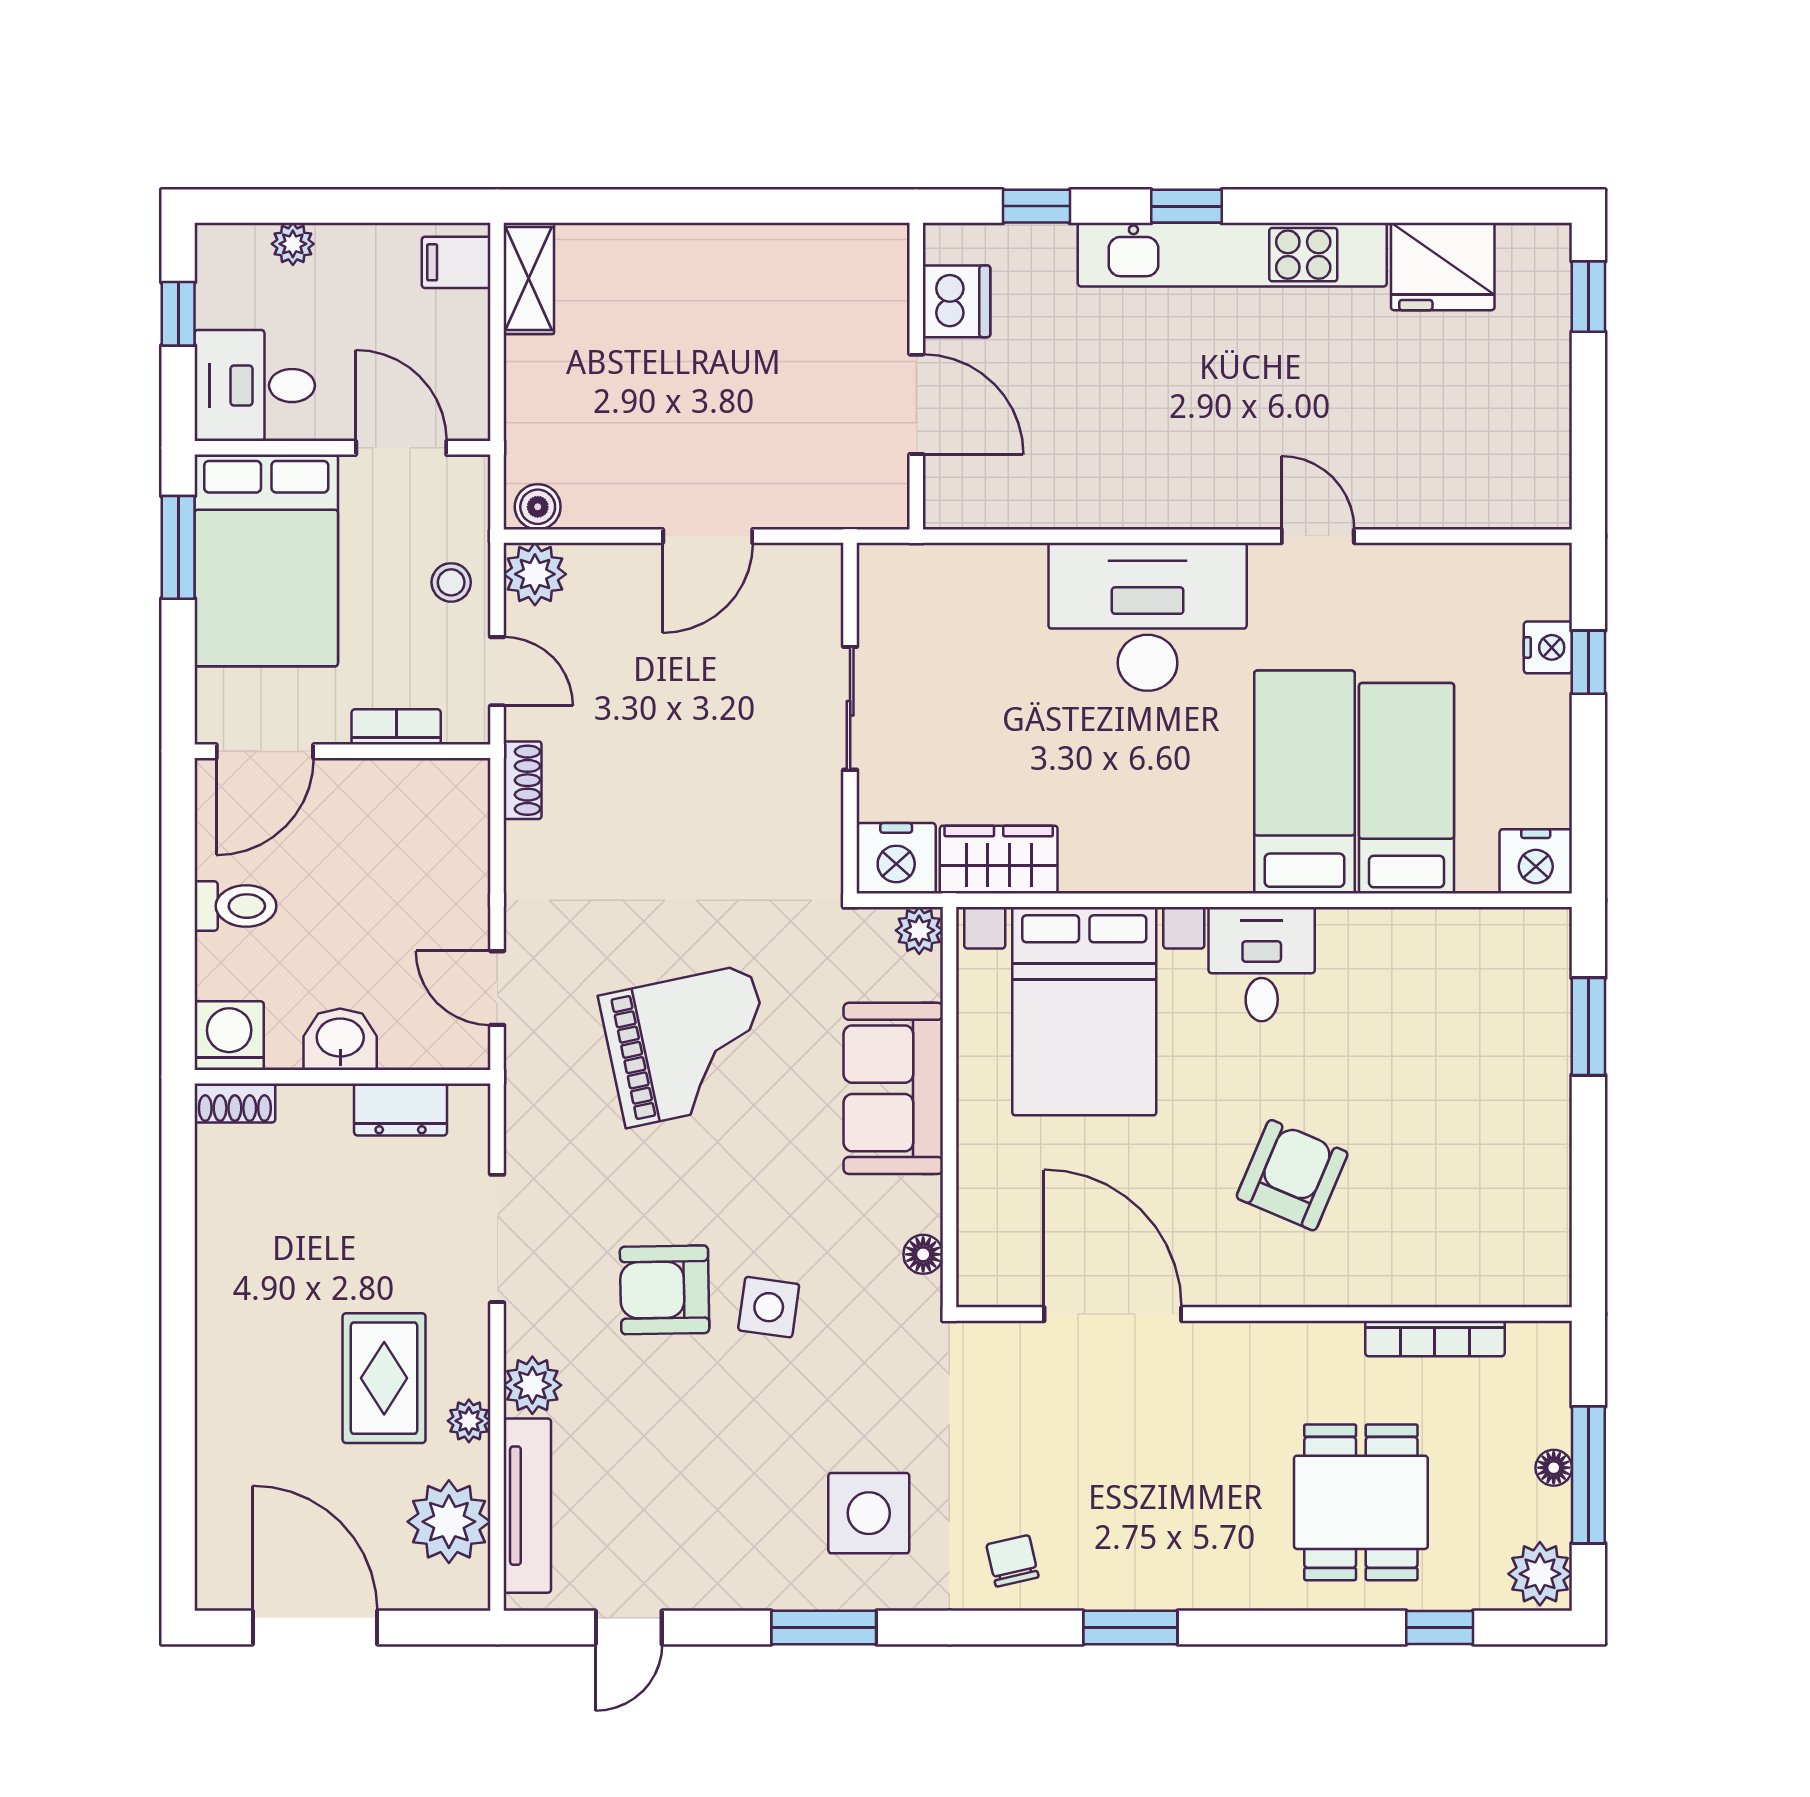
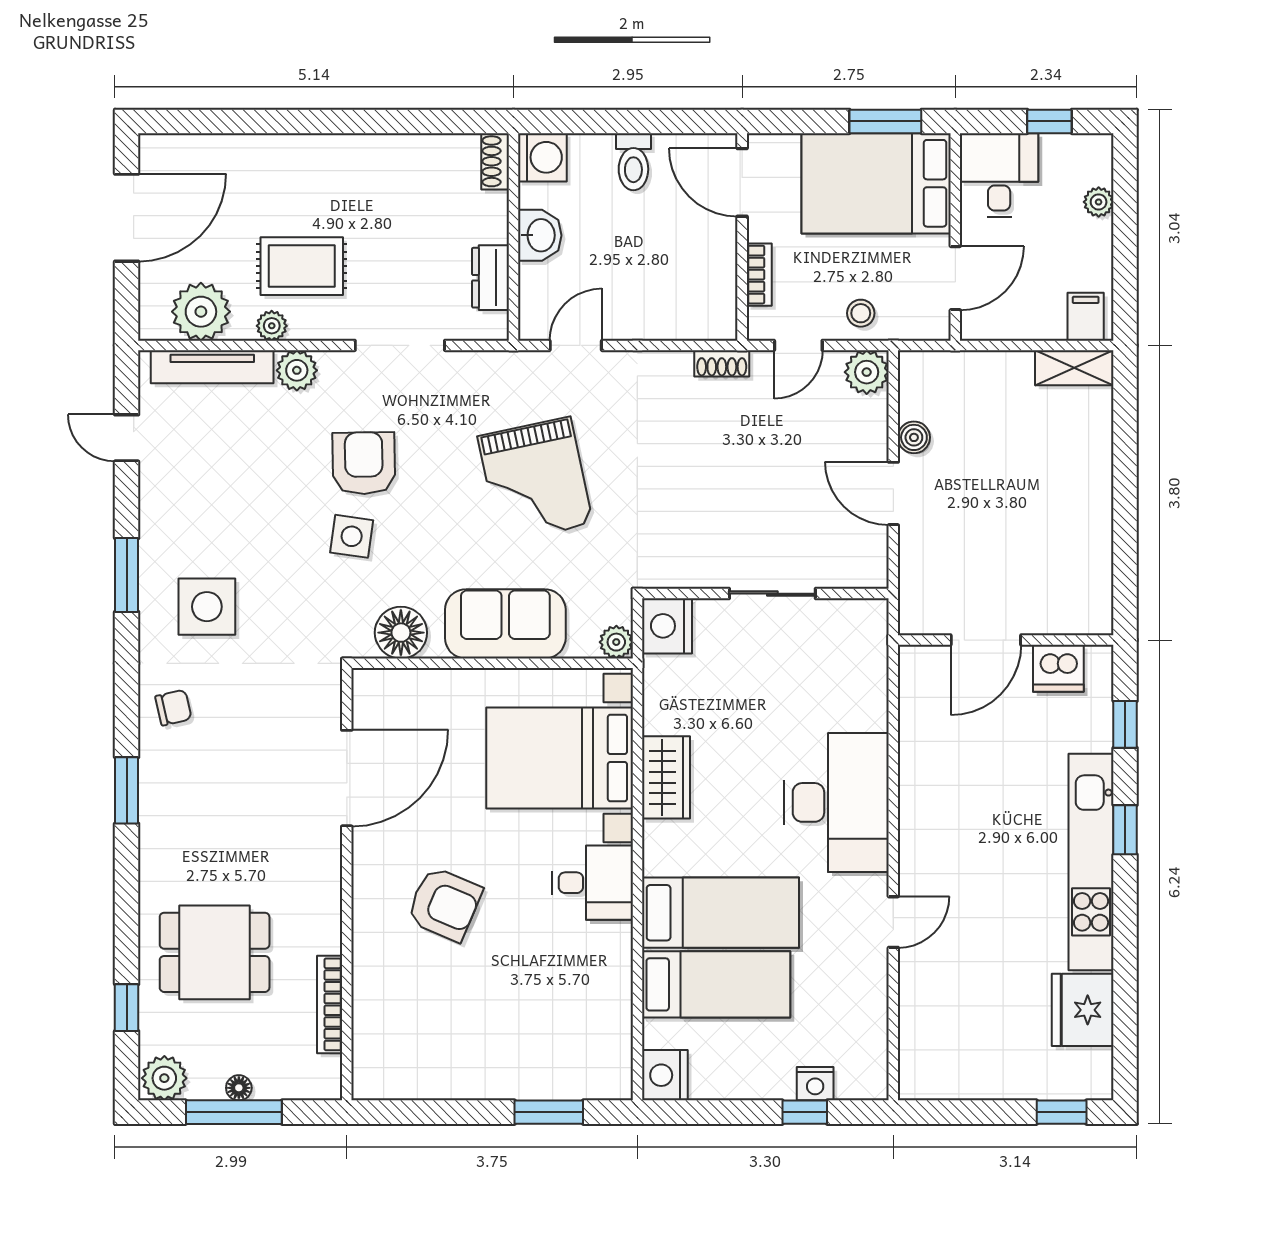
boiler: (538, 507) -> (914, 437), moved
wardrobe: (999, 860) -> (666, 777), moved
floor lamp: (923, 1254) -> (401, 633), width x1.89, depth x1.89

